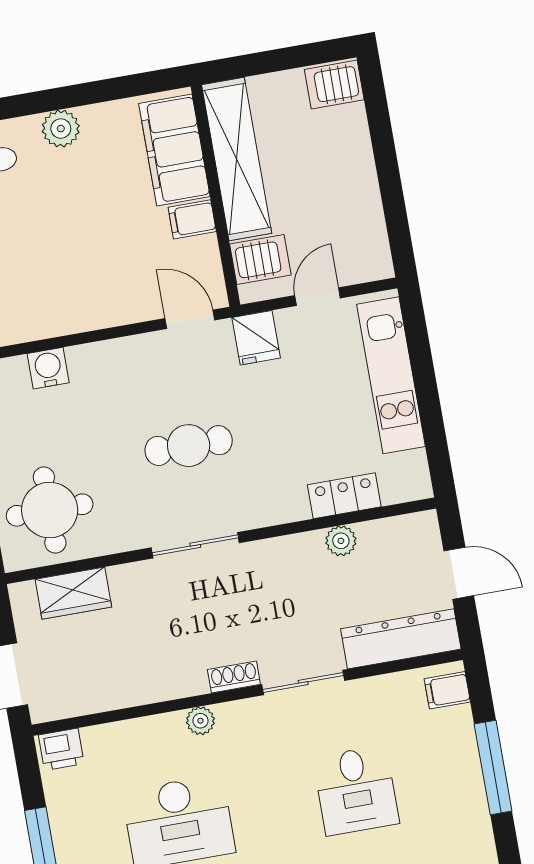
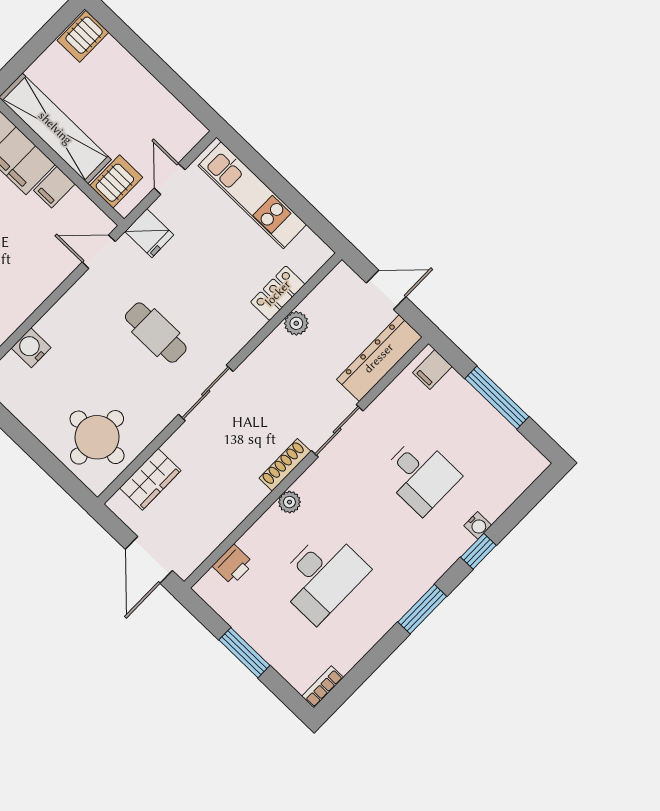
cafe table: (189, 446) -> (156, 333), turned 90
shoe rack: (234, 677) -> (285, 465), width x1.43
printer: (61, 749) -> (233, 565), moved

